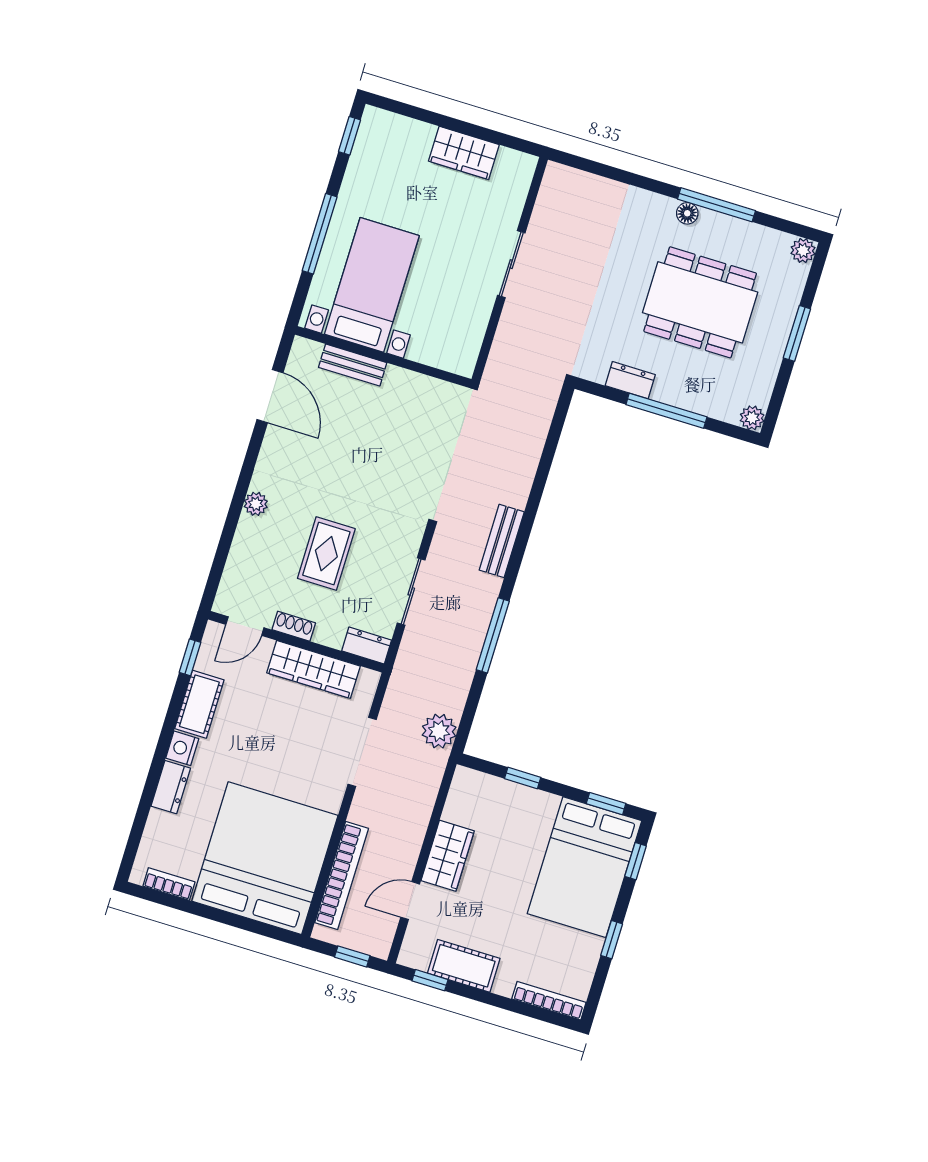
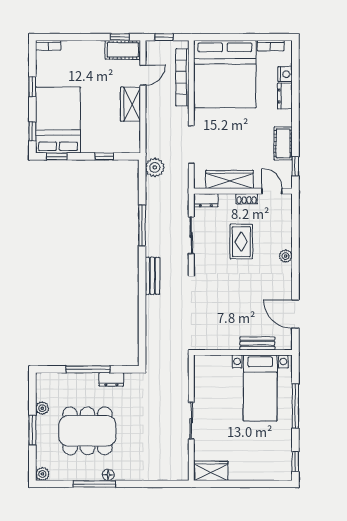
wardrobe: (464, 153) -> (211, 471), moved
plant: (752, 418) -> (42, 408), moved
door: (245, 626) -> (272, 191), hinge flipped
nightstand: (182, 748) -> (285, 74), moved
cot: (464, 966) -> (123, 50), moved
bookcase: (549, 1001) -> (48, 45), width x0.64

